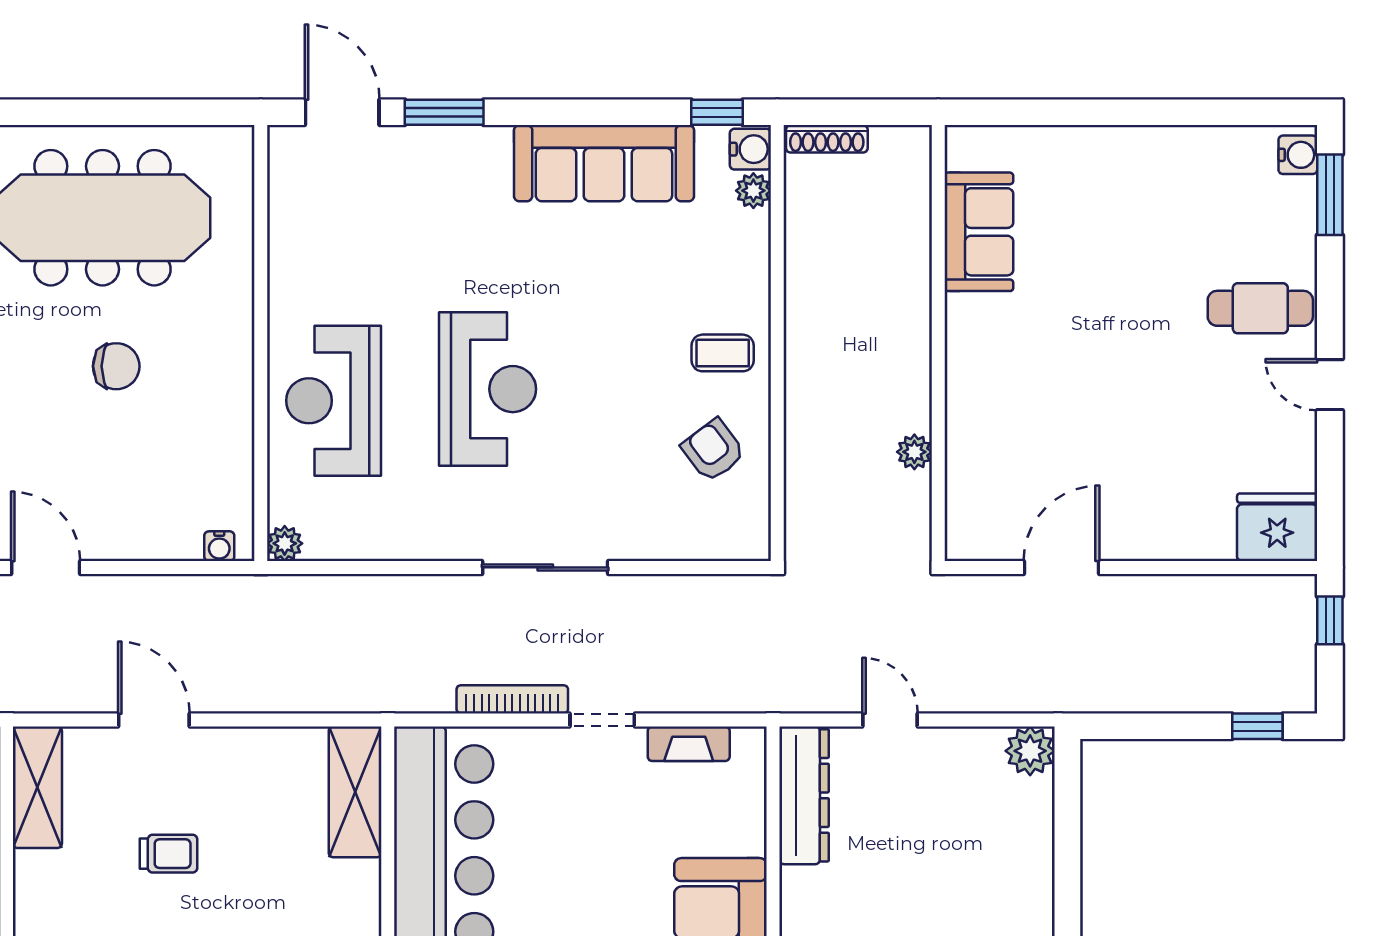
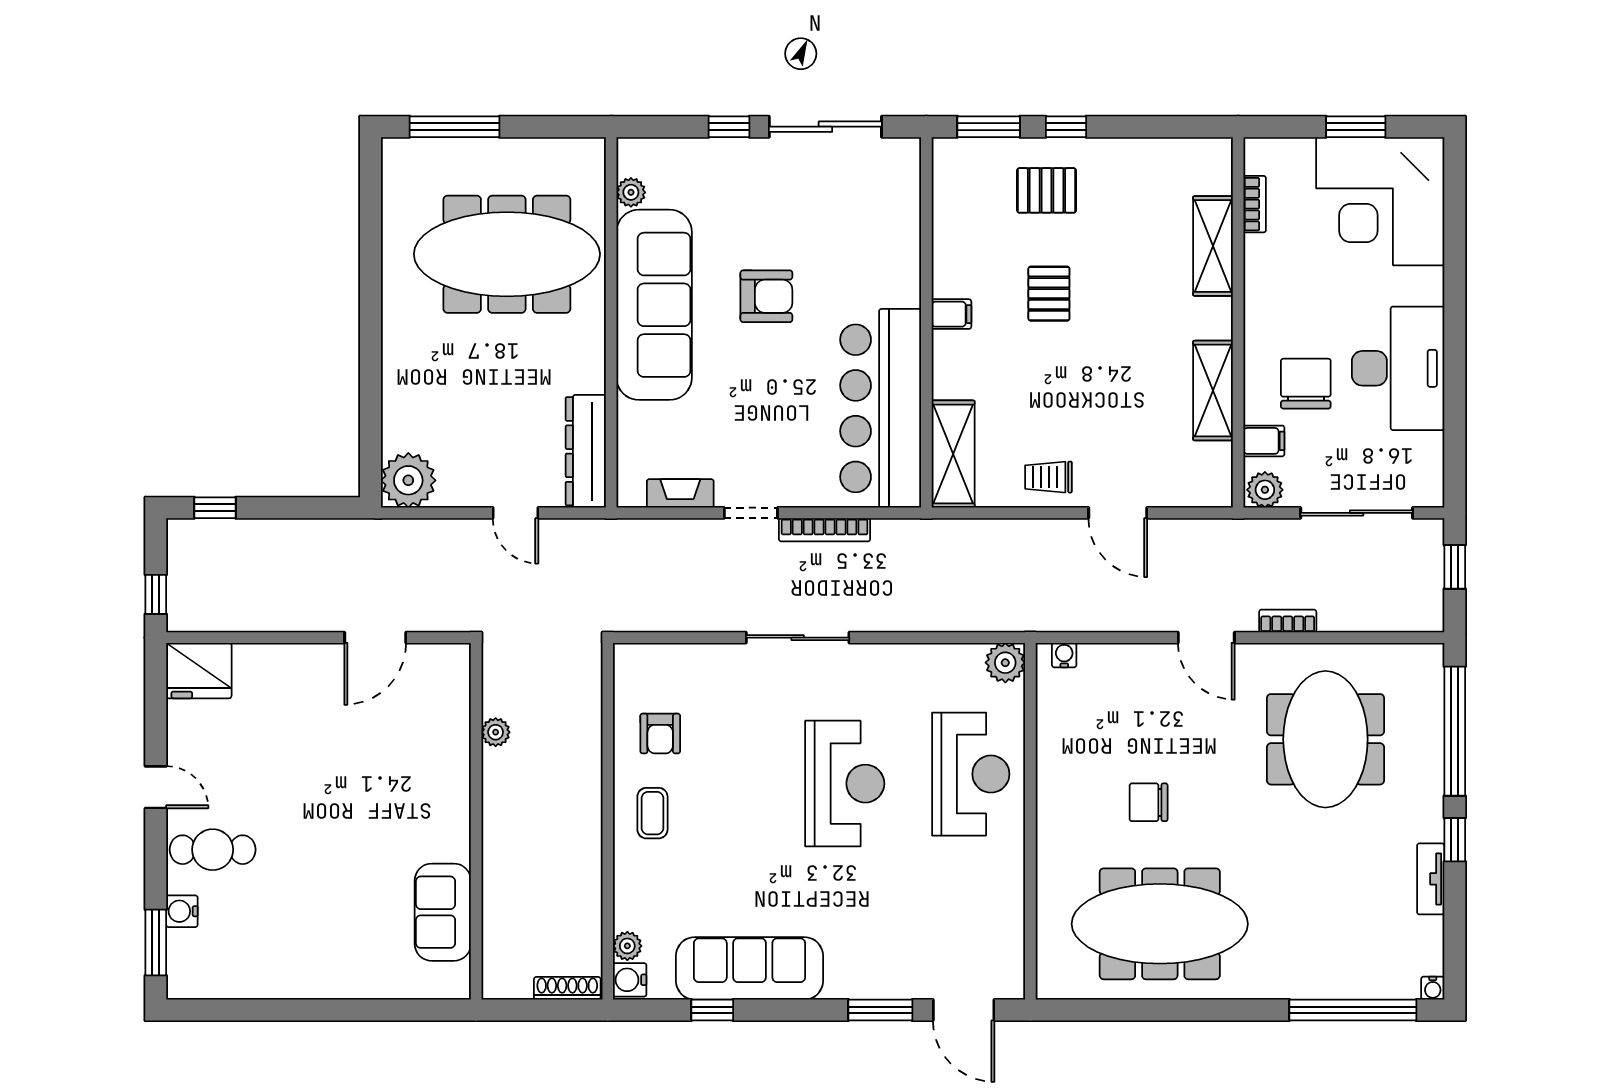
window: (717, 112) -> (712, 1010), moved
water cooler: (1298, 155) -> (182, 911), moved
coffee table: (723, 353) -> (652, 813), turned 90
reception desk: (488, 389) -> (845, 784), turned 180
armchair: (713, 450) -> (660, 734), turned 37
plant: (285, 543) -> (1005, 663), width x1.38, depth x1.38
plant: (1030, 751) -> (408, 480), width x1.36, depth x1.36
shelving: (37, 787) -> (1213, 390), moved
trolley: (169, 854) -> (1048, 477), moved

